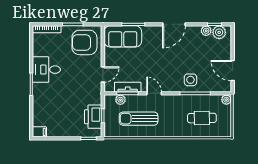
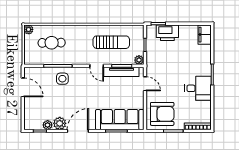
plant: (219, 32) -> (60, 123), moved
sofa: (123, 36) -> (120, 120), width x1.36
door: (103, 74) -> (145, 84), swing flipped
tv unit: (128, 87) -> (121, 72), width x1.41
plant: (120, 100) -> (139, 60), moved
plant: (226, 100) -> (29, 29), moved
printer: (93, 117) -> (167, 33), moved, turned 90
filing cabinet: (39, 132) -> (205, 35), width x2.00

